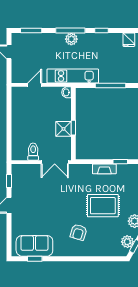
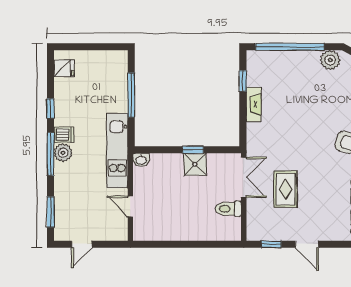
dishwasher: (84, 40) -> (64, 135), added
rug: (103, 206) -> (286, 189), moved, width x0.73, depth x0.70

